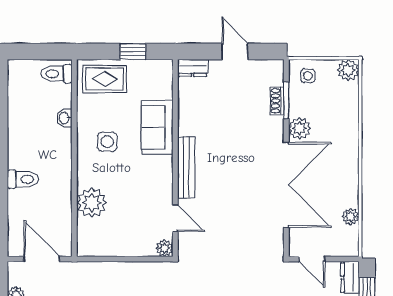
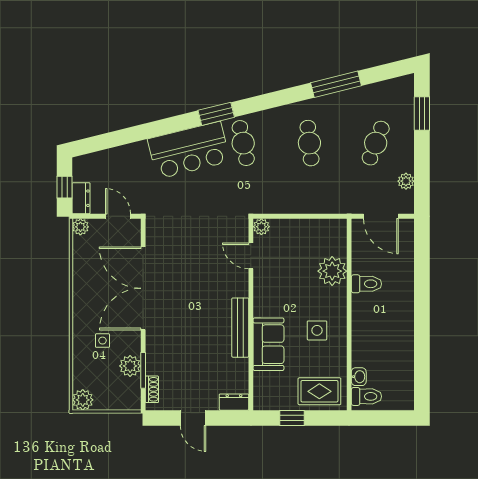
side table: (308, 76) -> (102, 341), moved
shoe rack: (277, 101) -> (152, 389), moved
washbasin: (64, 118) -> (359, 377), moved
plant: (300, 128) -> (130, 366), moved
bench: (186, 167) -> (240, 328), moved
toilet: (23, 179) -> (366, 284), moved, turned 180
plant: (351, 217) -> (80, 227), moved

